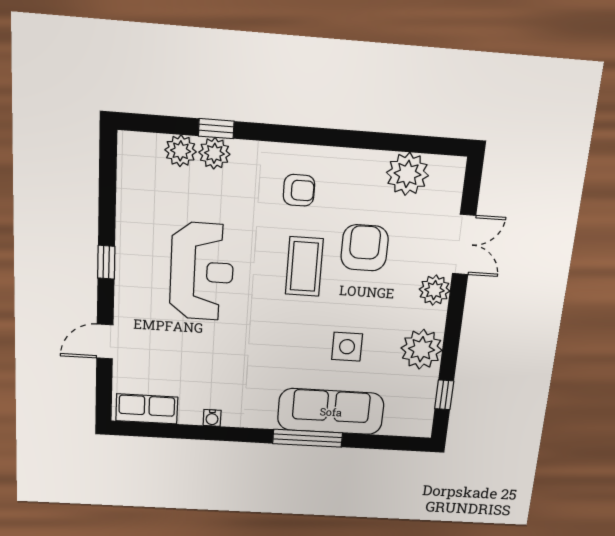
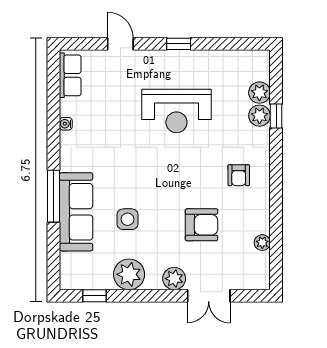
plant: (407, 174) -> (262, 243), width x0.53, depth x0.53
coffee table: (304, 267) -> (185, 183), removed

